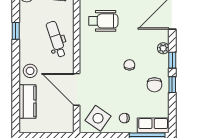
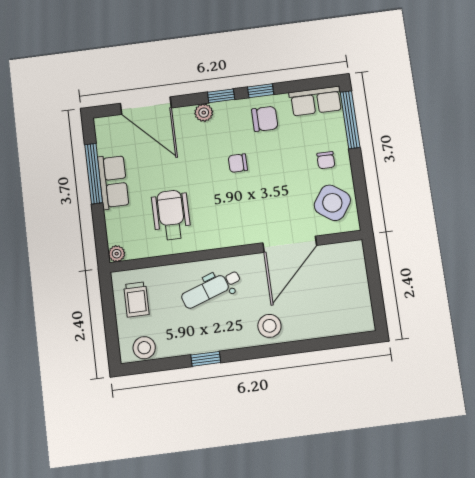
kitchen counter: (28, 101) -> (321, 324), removed
row of seats: (153, 125) -> (316, 101), moved, turned -90

